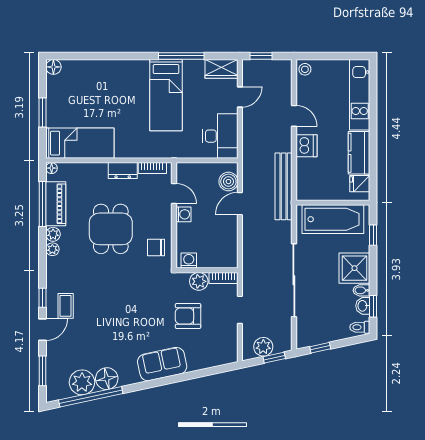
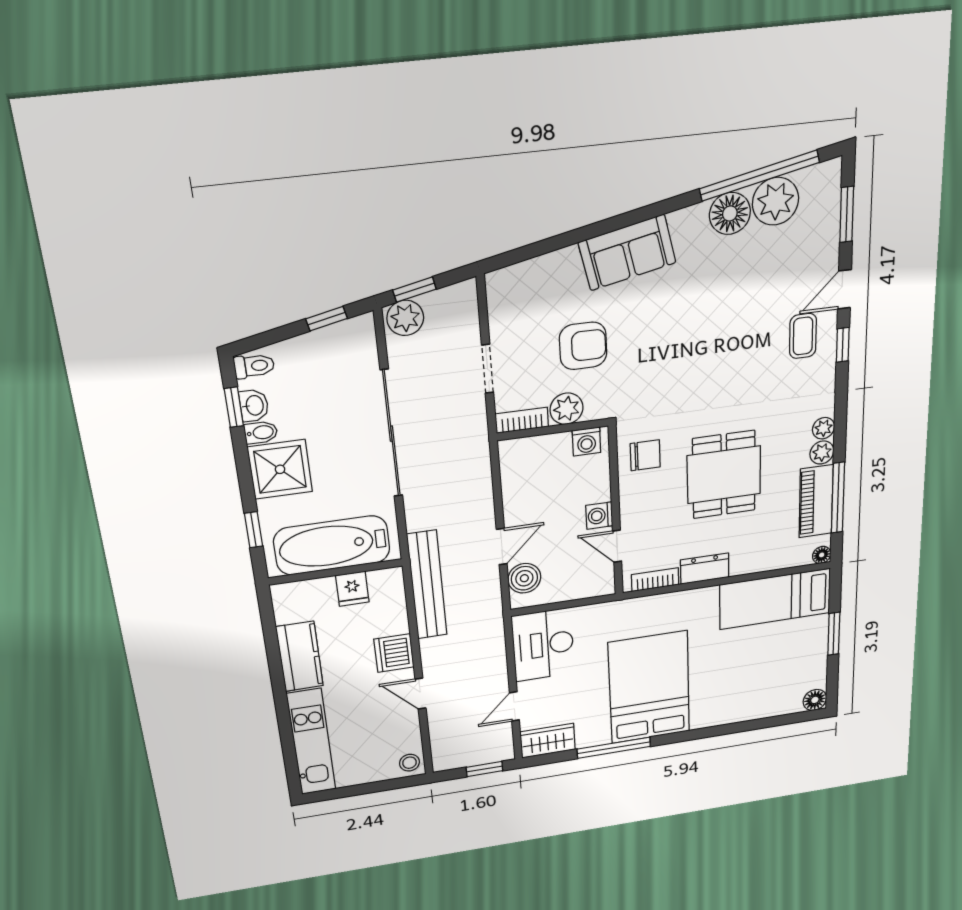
bed: (166, 95) -> (649, 688), width x1.50
fridge: (360, 184) -> (352, 589), moved, turned 90
plant: (263, 347) -> (405, 318), moved

